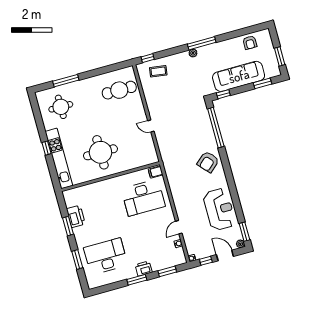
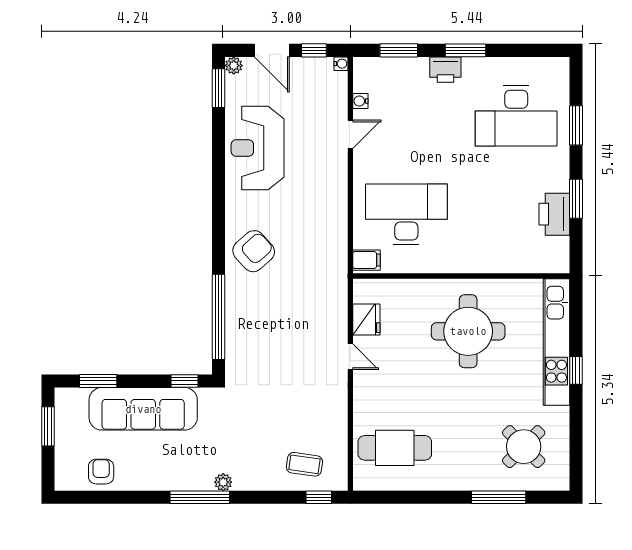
round table: (61, 107) -> (524, 447), turned 45
fridge: (148, 145) -> (366, 320), added

